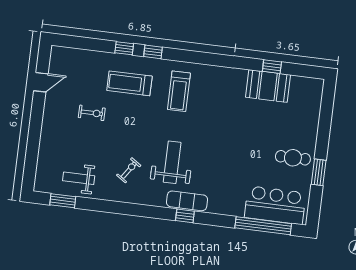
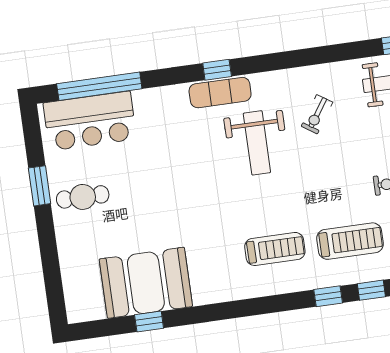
booth: (268, 86) -> (146, 283), width x1.36, depth x1.42
treadmill: (179, 91) -> (275, 249), turned 90

